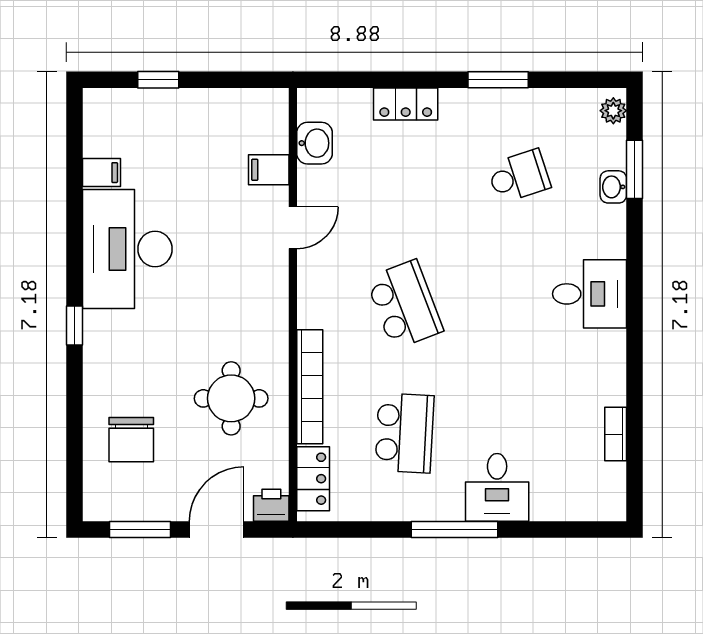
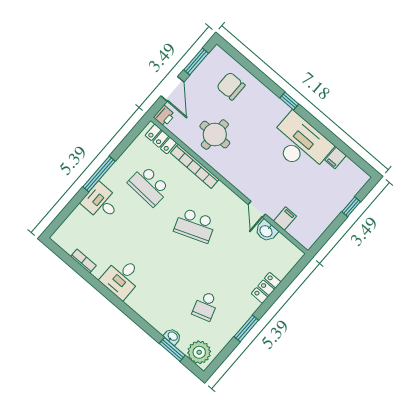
plant: (613, 111) -> (199, 352), width x1.88, depth x1.88
washbasin: (314, 143) -> (266, 231), moved
desk: (590, 294) -> (122, 278), moved

